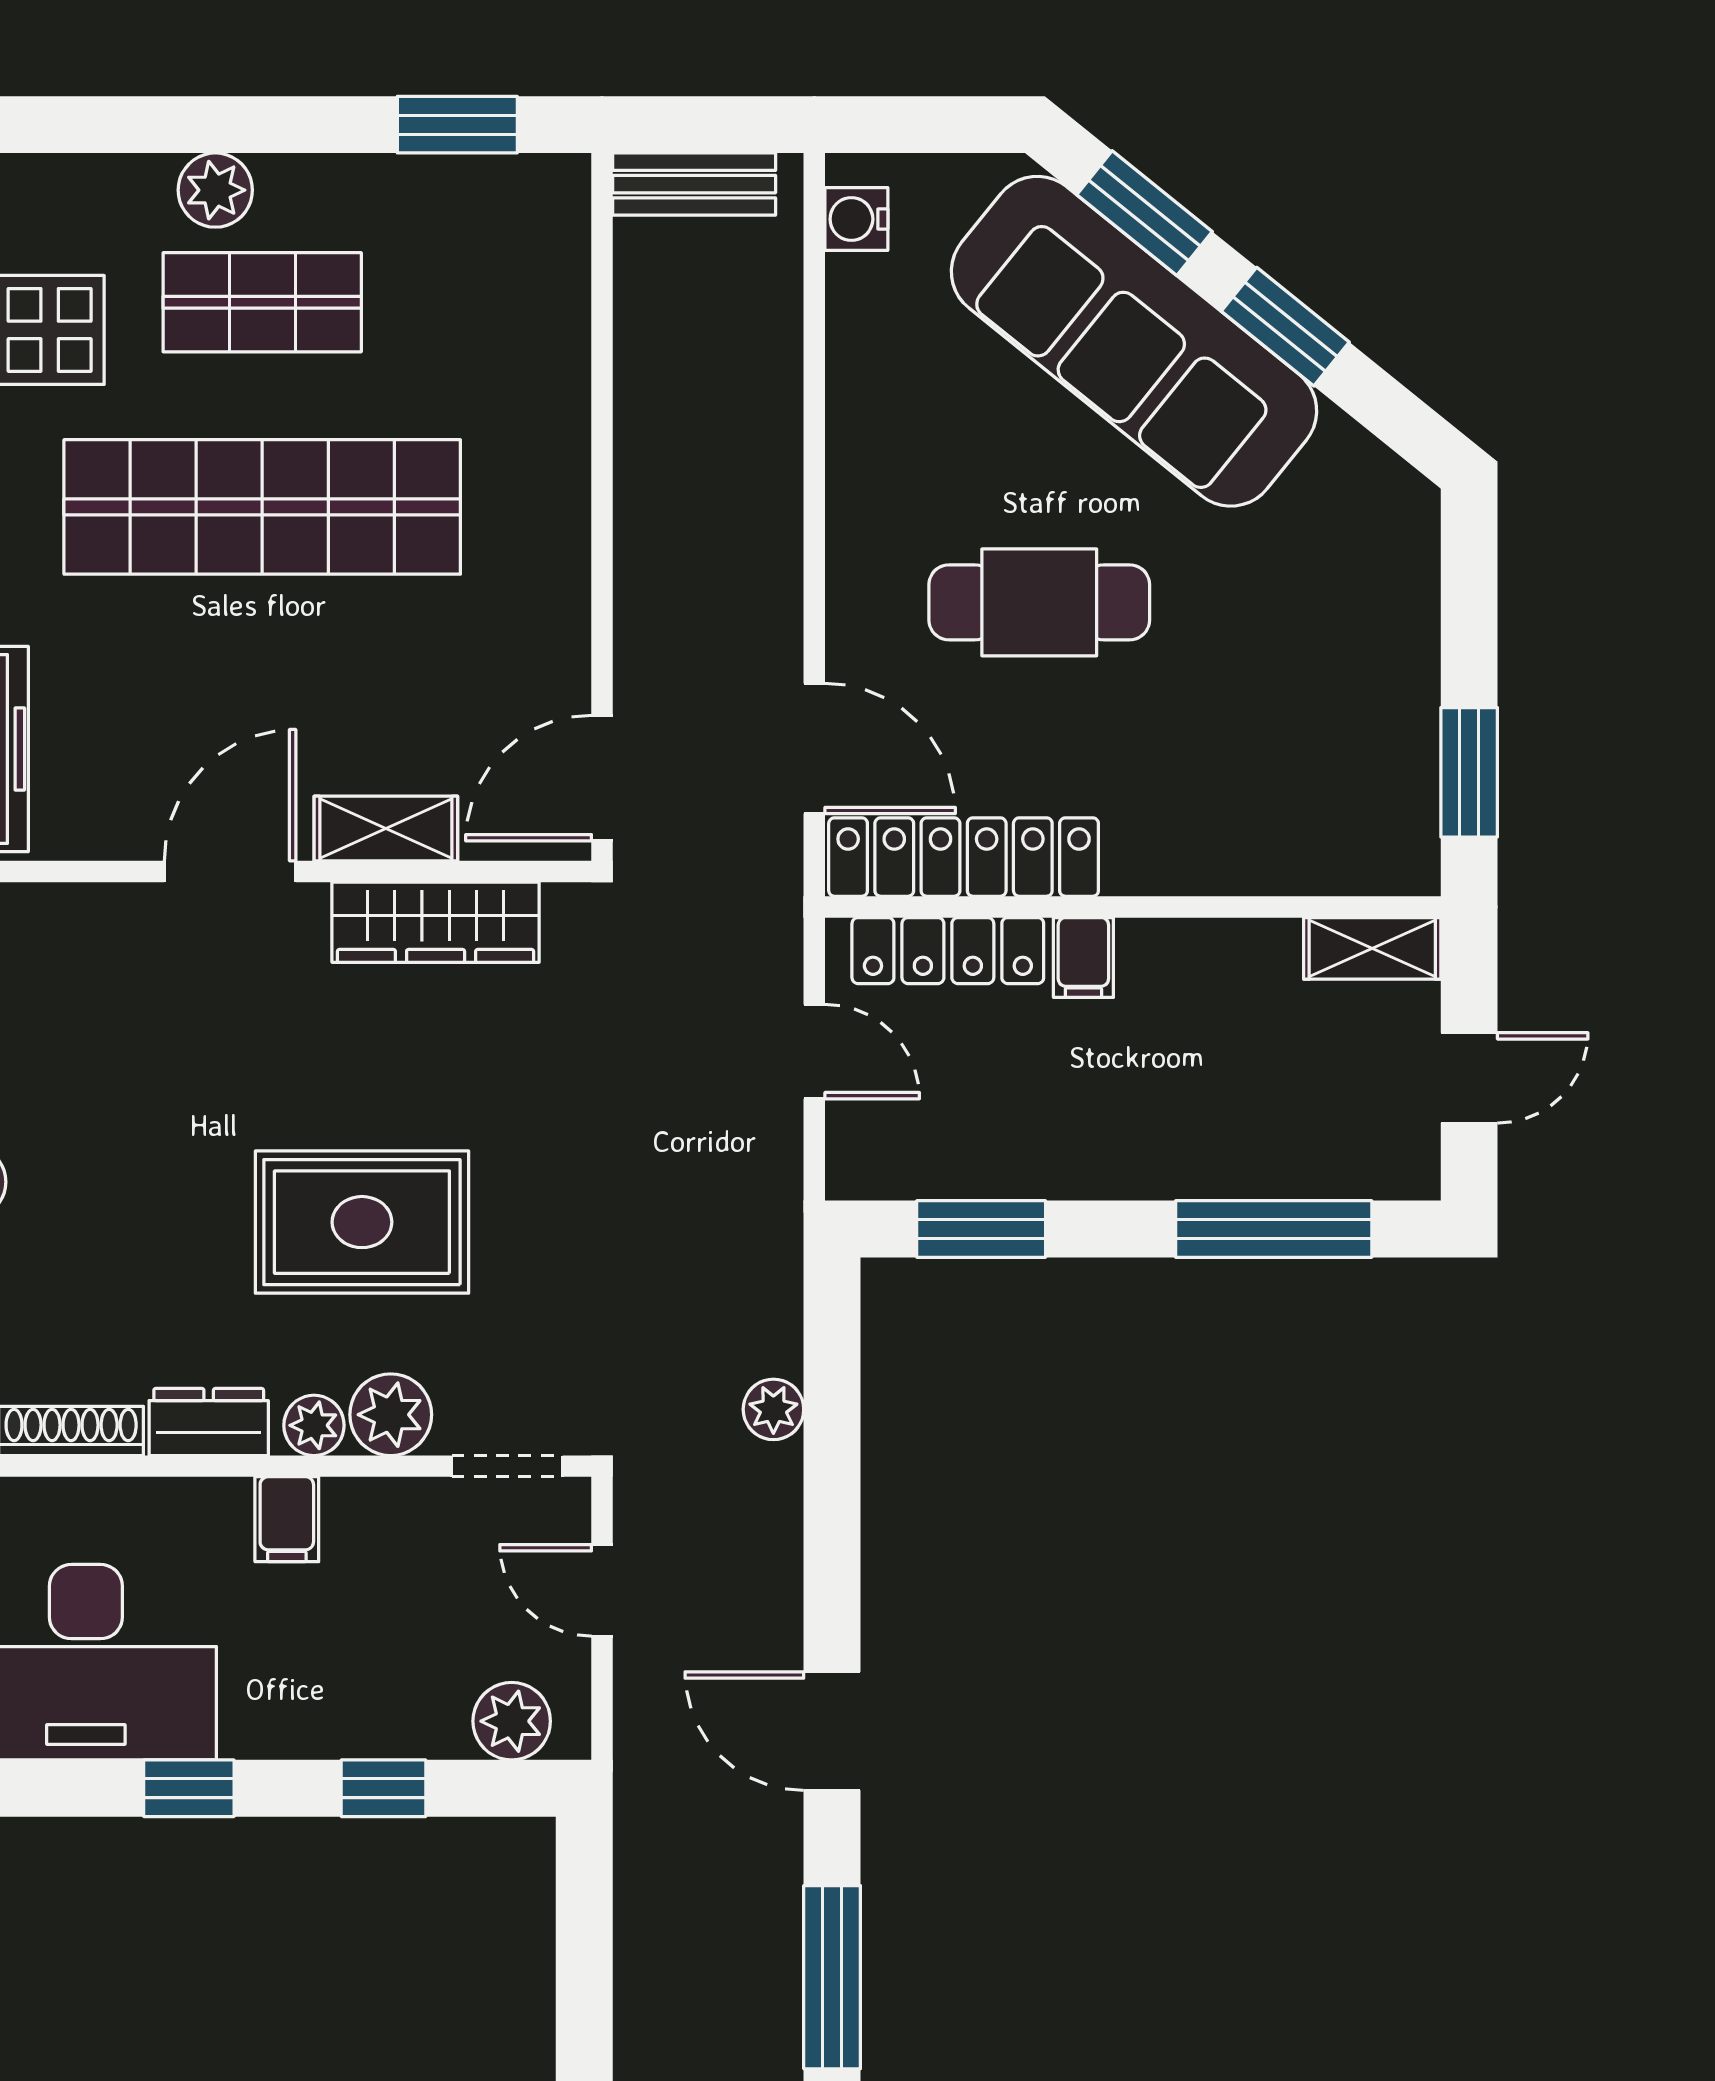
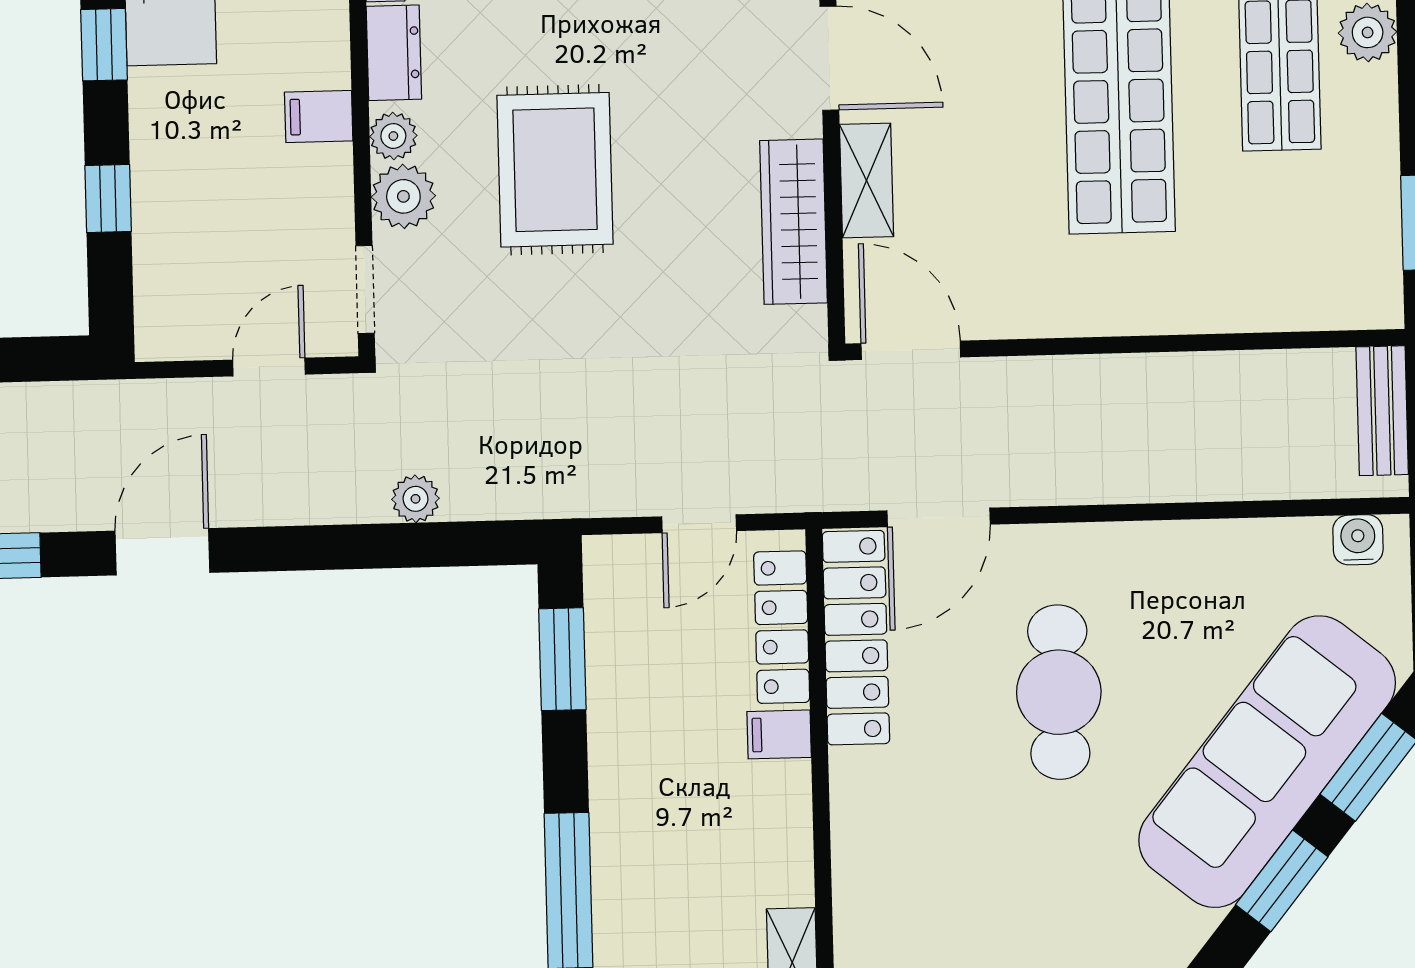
plant: (512, 1721) -> (164, 298), removed

